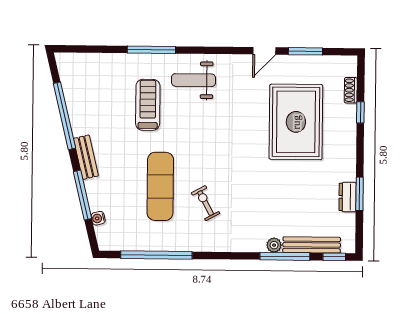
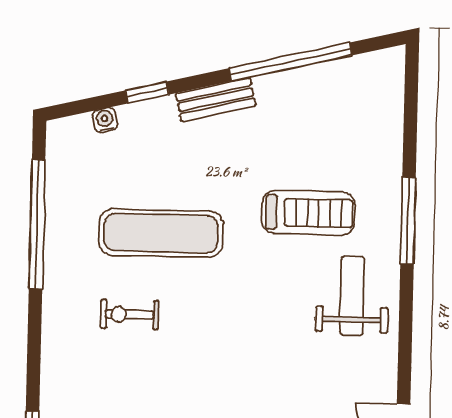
window: (82, 195) -> (147, 92), width x0.46
exercise bike: (206, 203) -> (130, 314), turned -152

